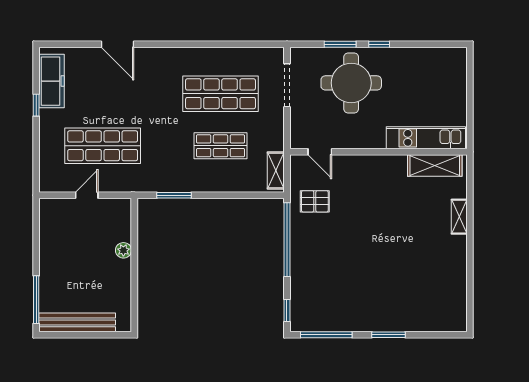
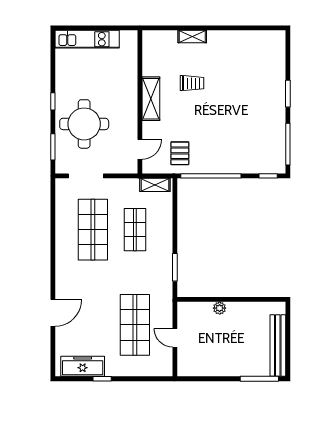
window: (340, 44) -> (53, 147), moved
kitchen unit: (426, 138) -> (87, 39), moved, turned -90
shelving: (435, 165) -> (151, 99), moved
trolley: (402, 216) -> (192, 83), added

